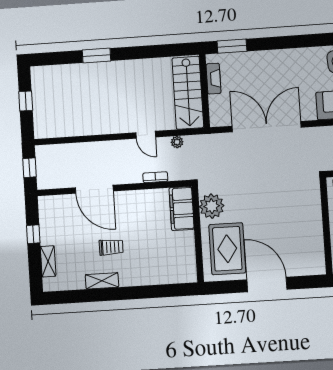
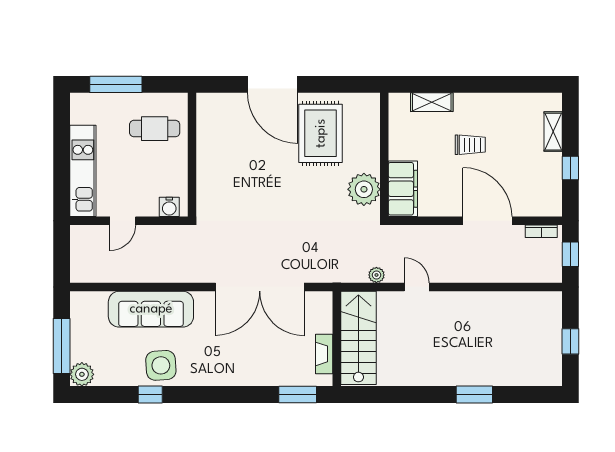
bookcase: (155, 177) -> (541, 231), moved
plant: (212, 206) -> (364, 189), moved
filing cabinet: (182, 208) -> (403, 189), moved
wall: (198, 234) -> (384, 155), moved
trolley: (111, 247) -> (470, 145), turned 180
shelving: (102, 281) -> (432, 102), moved

